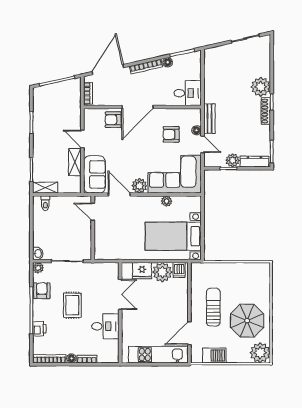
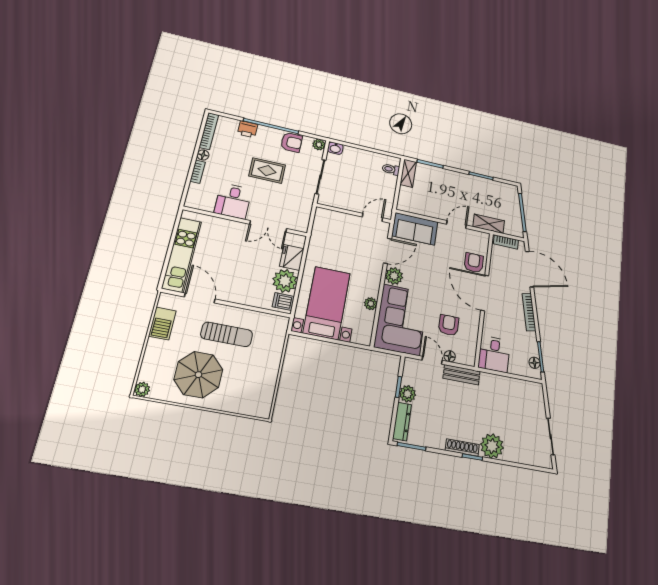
floor lamp: (168, 62) -> (534, 363), moved
door: (202, 144) -> (432, 360), swing flipped
shelving: (75, 162) -> (489, 224), moved
plant: (260, 353) -> (142, 389), width x0.53, depth x0.53

